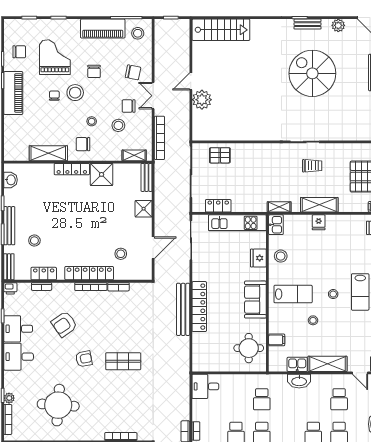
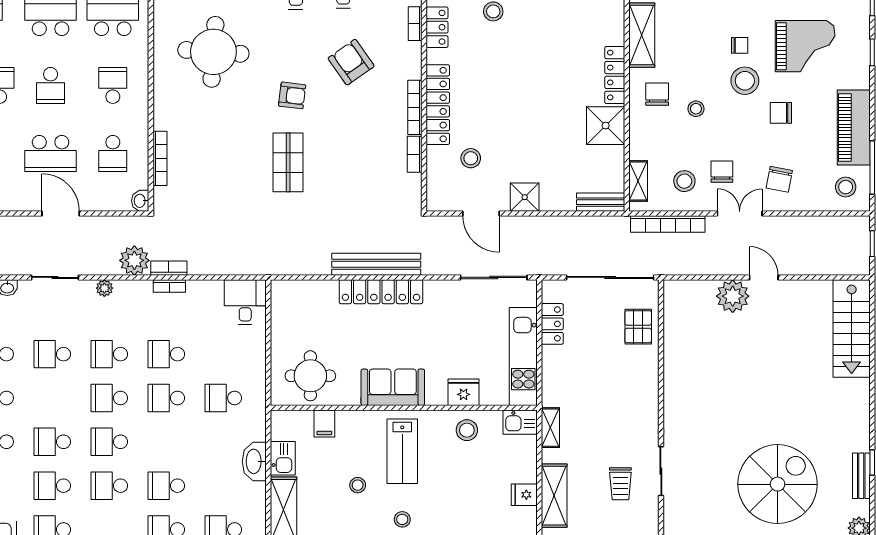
stool: (118, 125) -> (684, 181), moved
shower: (144, 209) -> (525, 197), moved
armchair: (84, 359) -> (292, 95), turned -72

